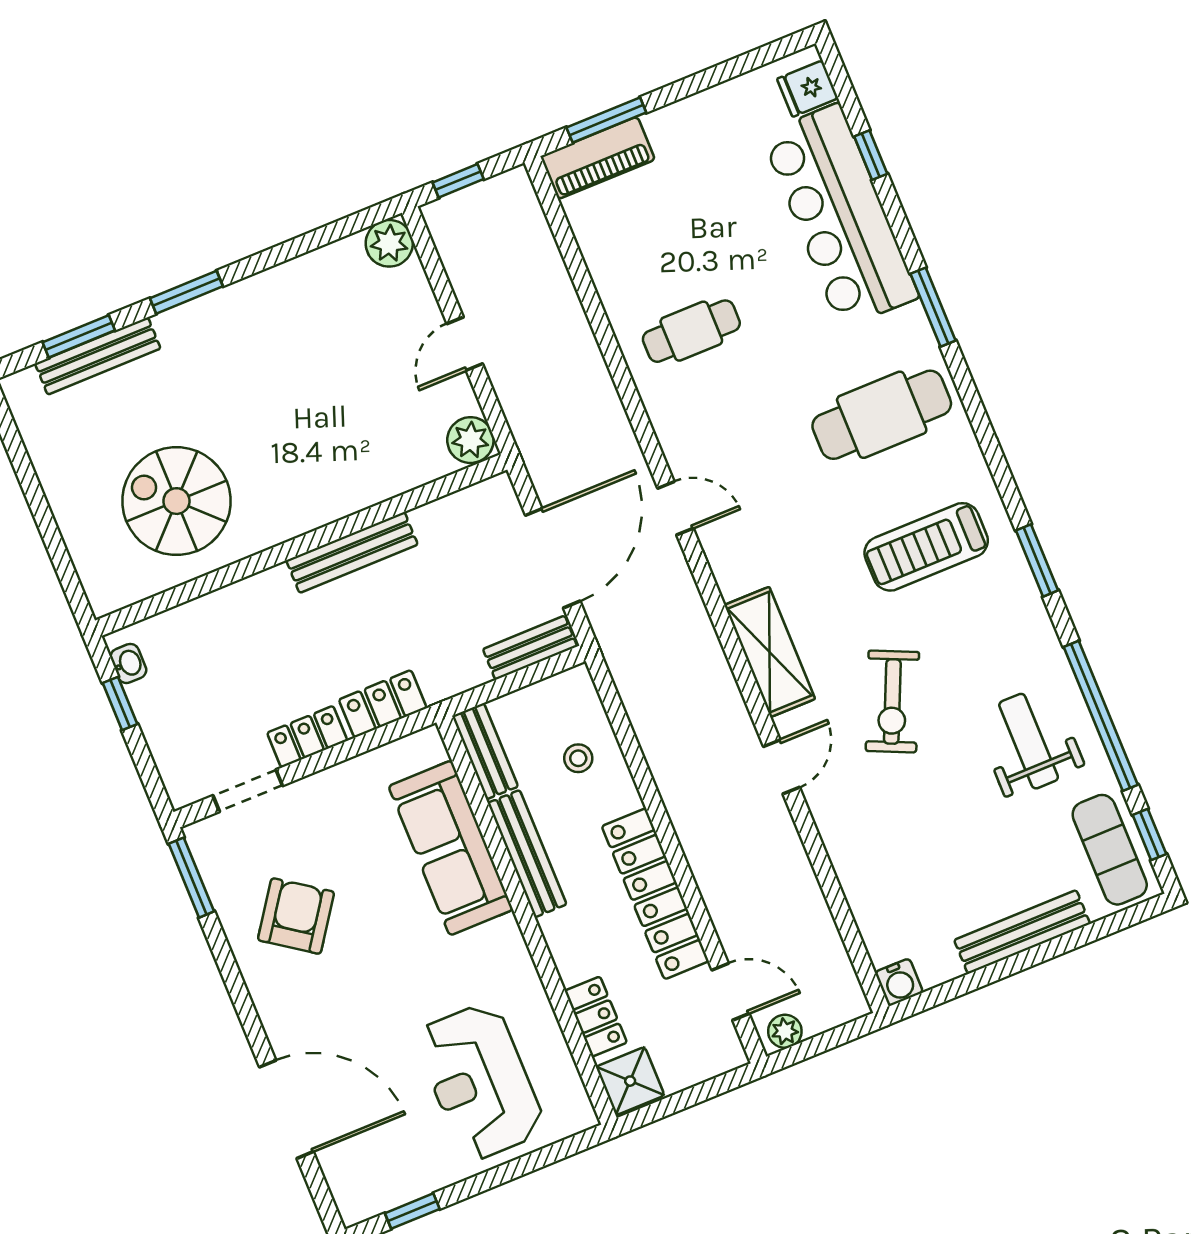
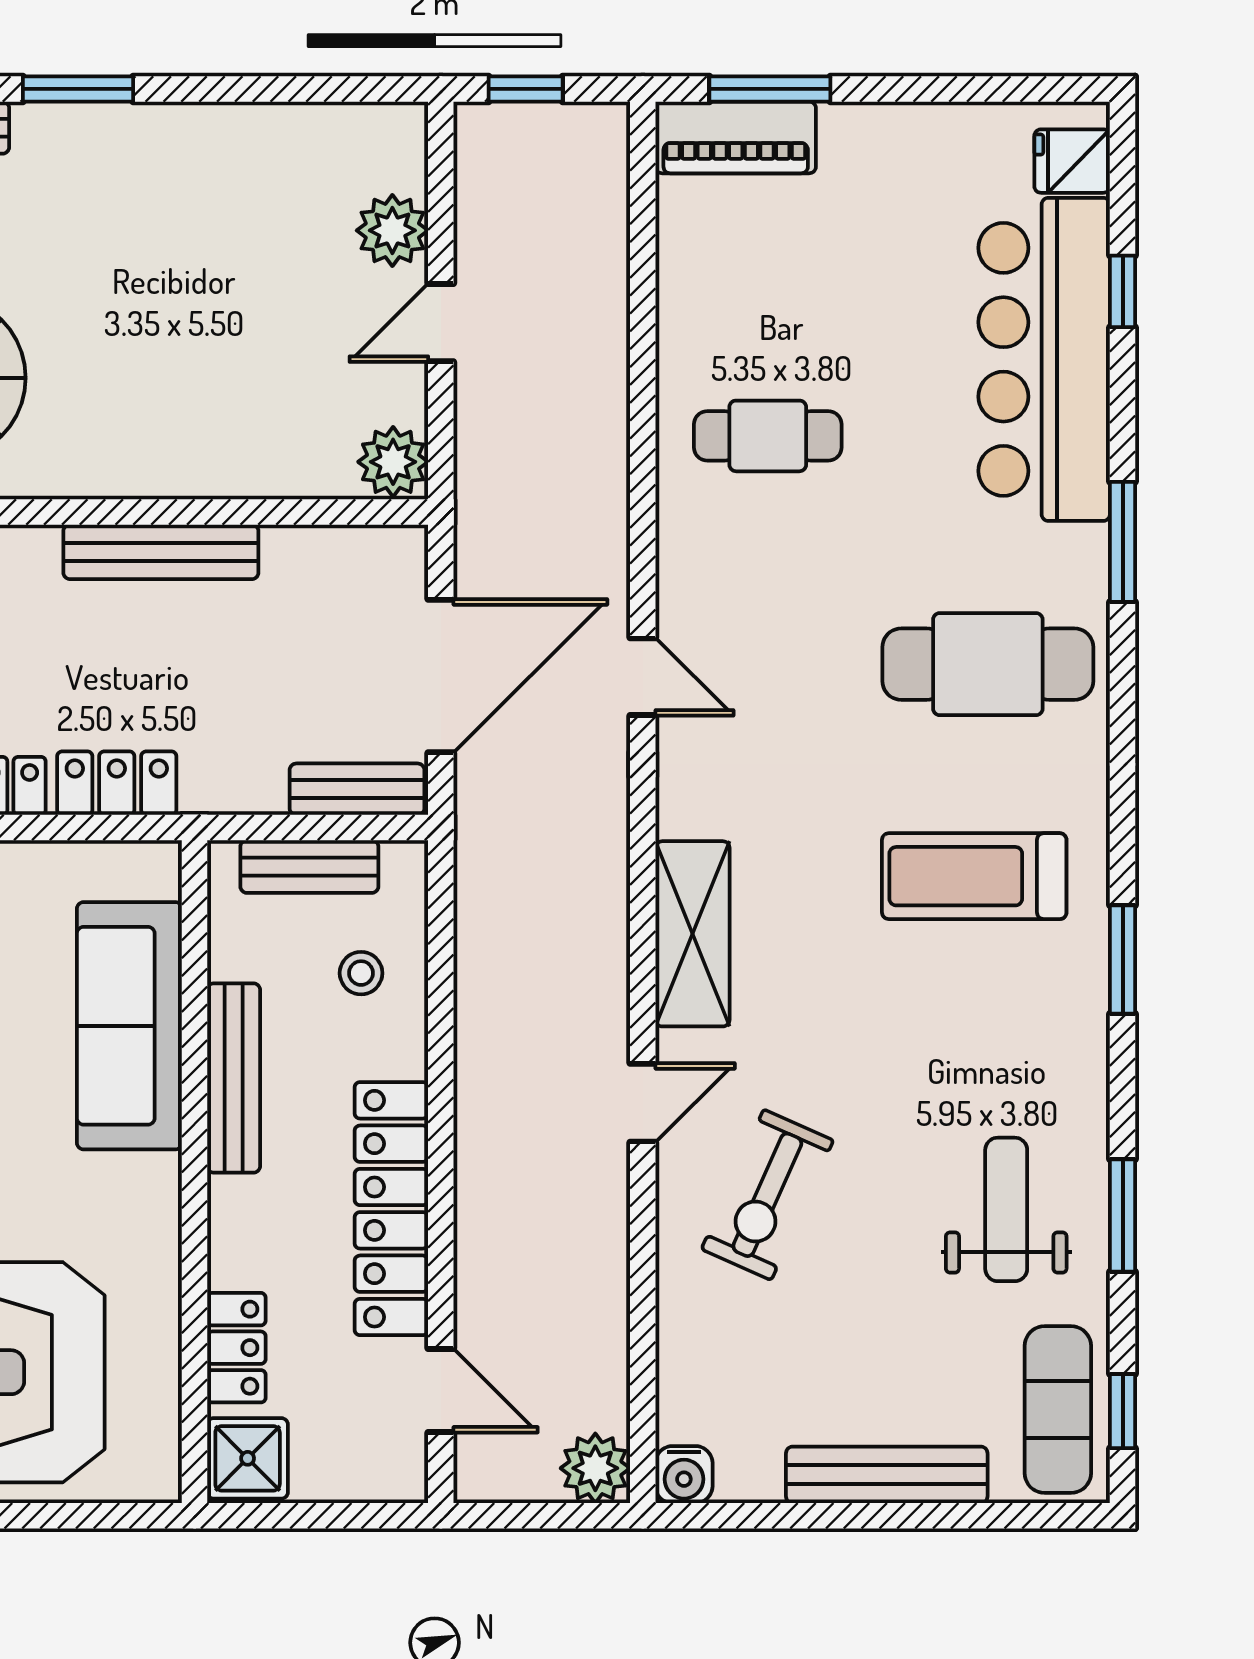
plant: (389, 243) -> (392, 230), moved
exercise bike: (892, 702) -> (767, 1195), moved
window: (1101, 716) -> (1123, 1215), width x0.47
bench: (485, 751) -> (309, 867), moved, turned 90
plant: (785, 1031) -> (595, 1468), moved, width x1.38, depth x1.38

